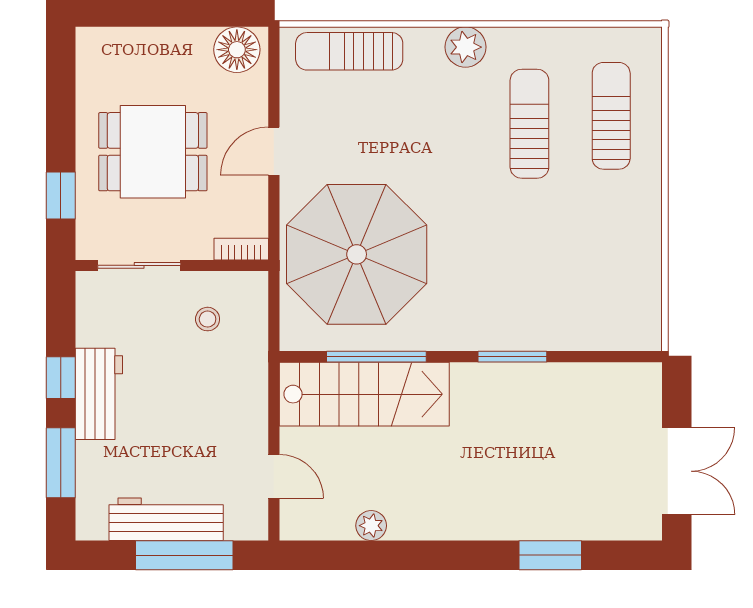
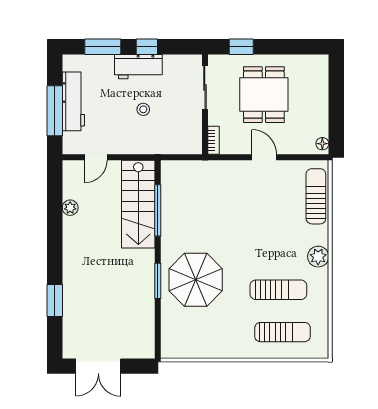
floor lamp: (237, 50) -> (322, 144), width x0.53, depth x0.53
parasol: (357, 254) -> (196, 280), moved, width x0.73, depth x0.73
stool: (208, 319) -> (143, 109), moved

